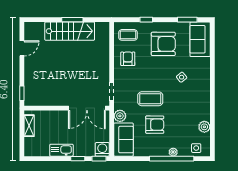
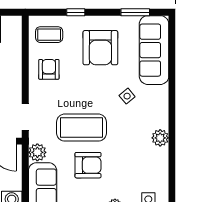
sofa: (200, 39) -> (154, 50), width x1.36
armchair: (163, 44) -> (100, 48), turned 90
coffee table: (150, 99) -> (81, 128), width x1.36, depth x1.32
plant: (204, 127) -> (160, 138), moved

